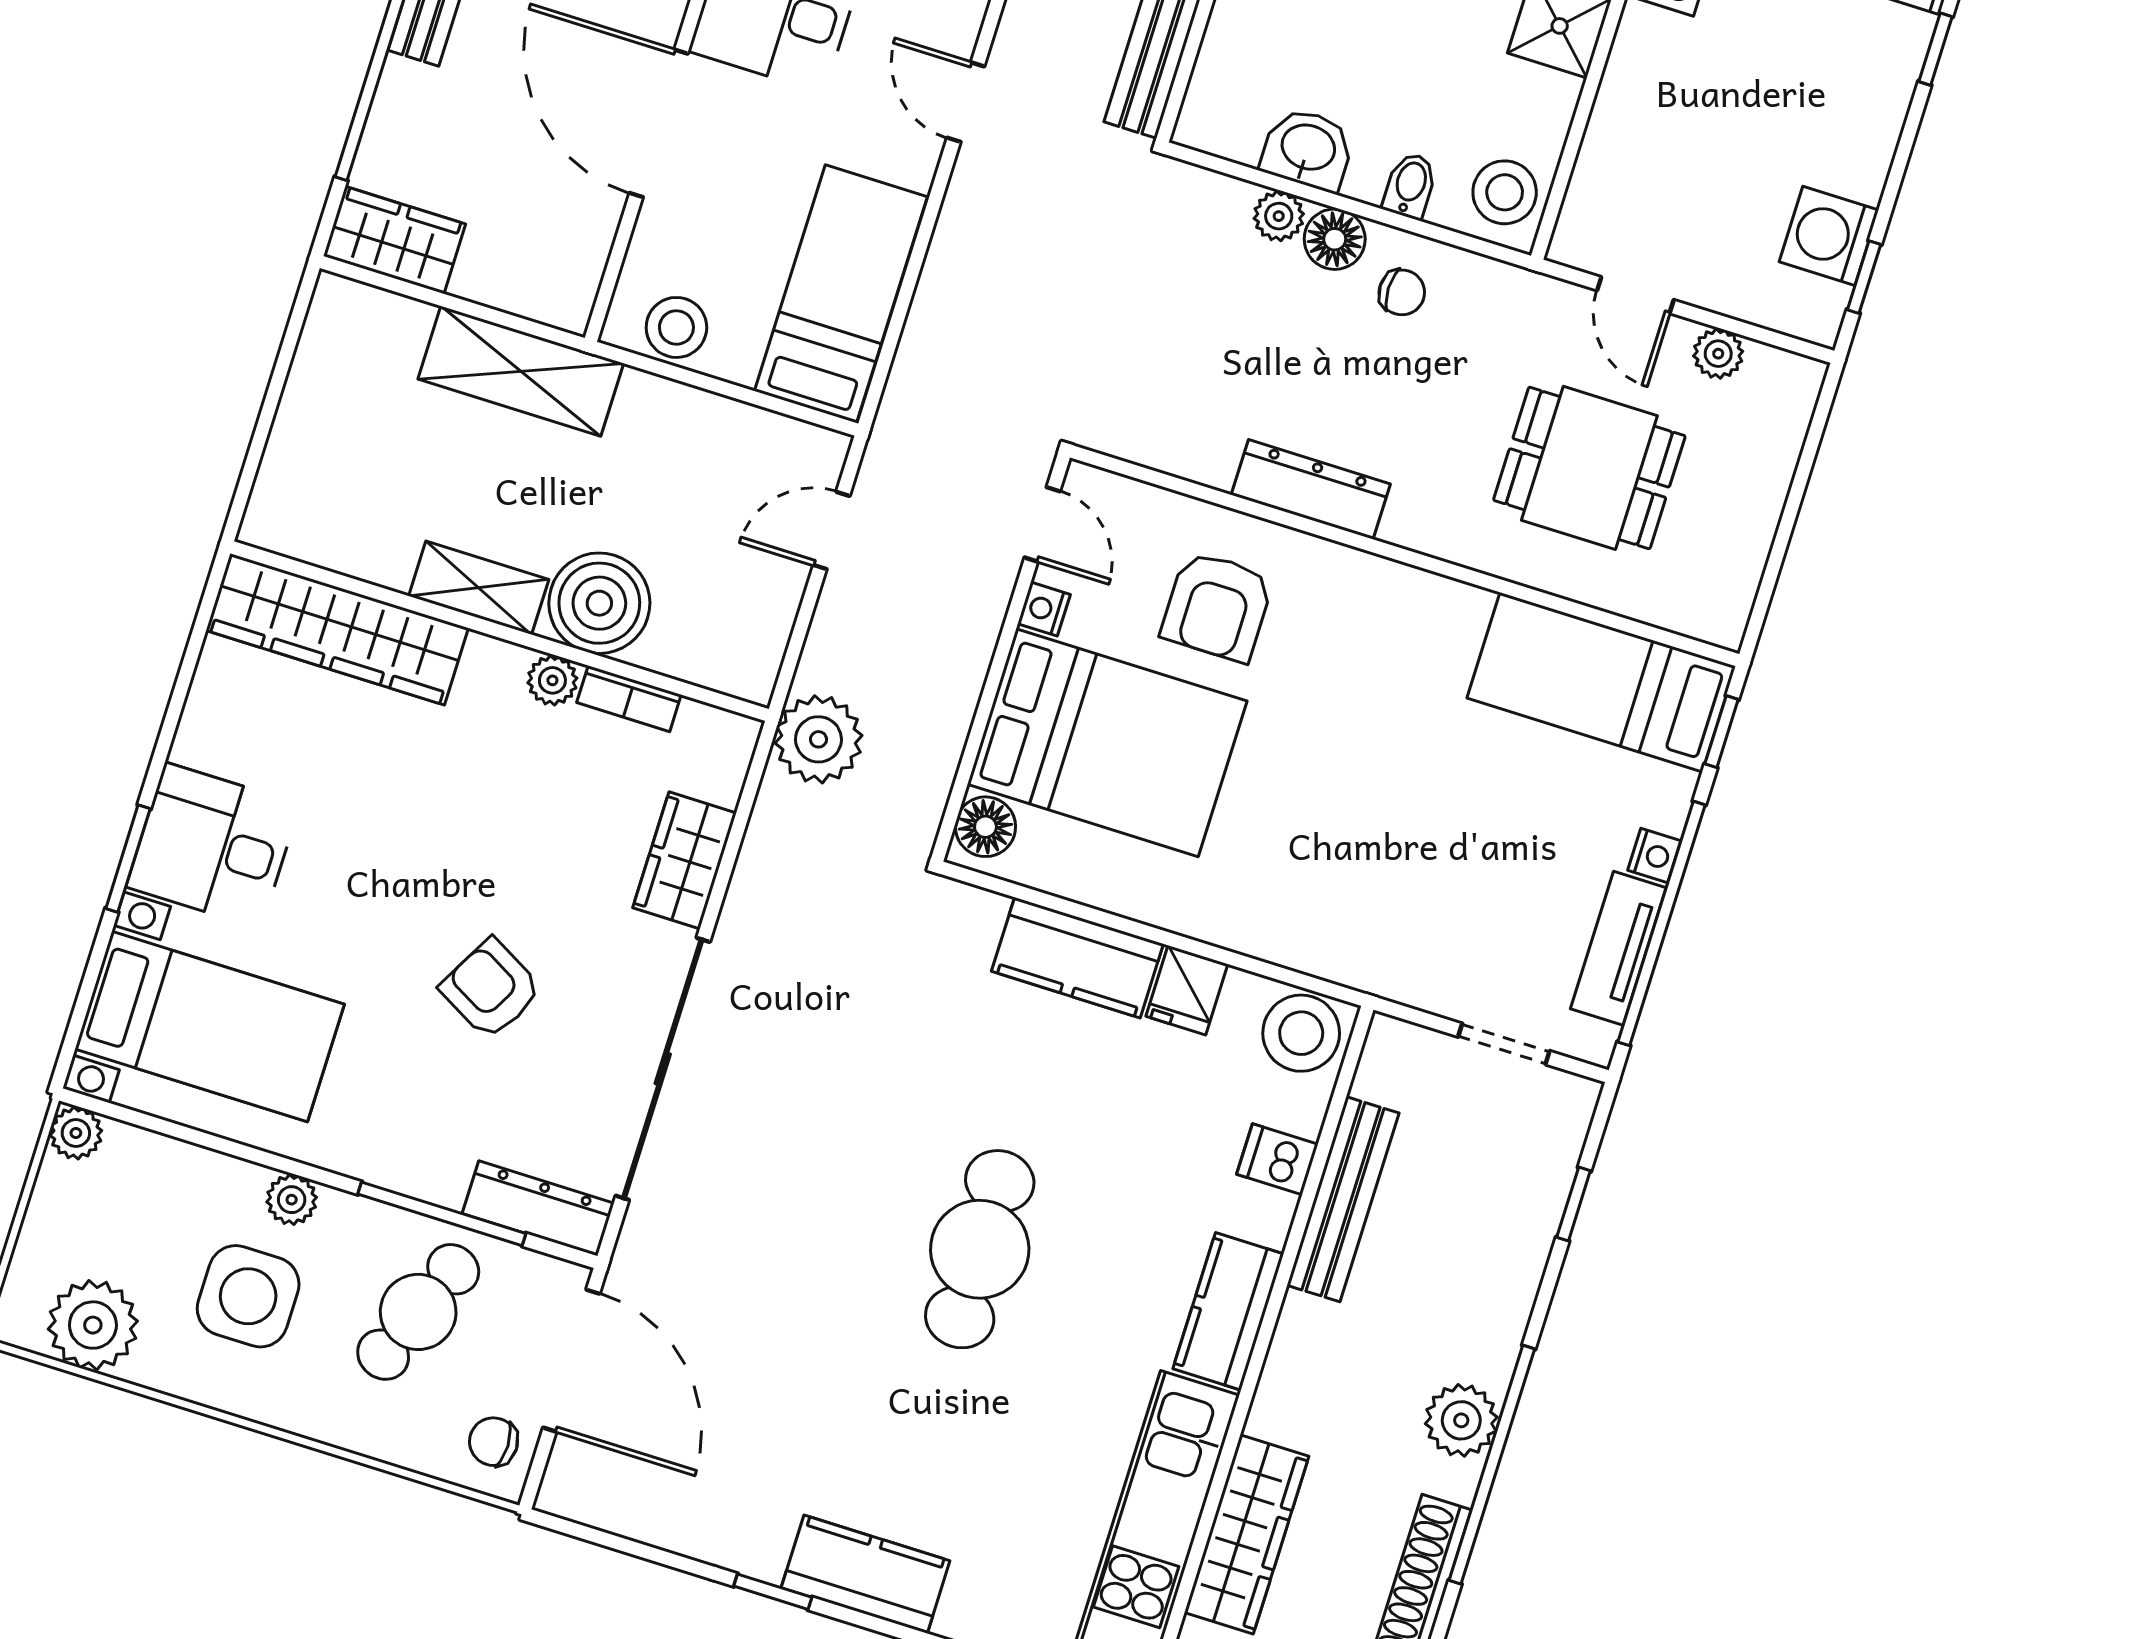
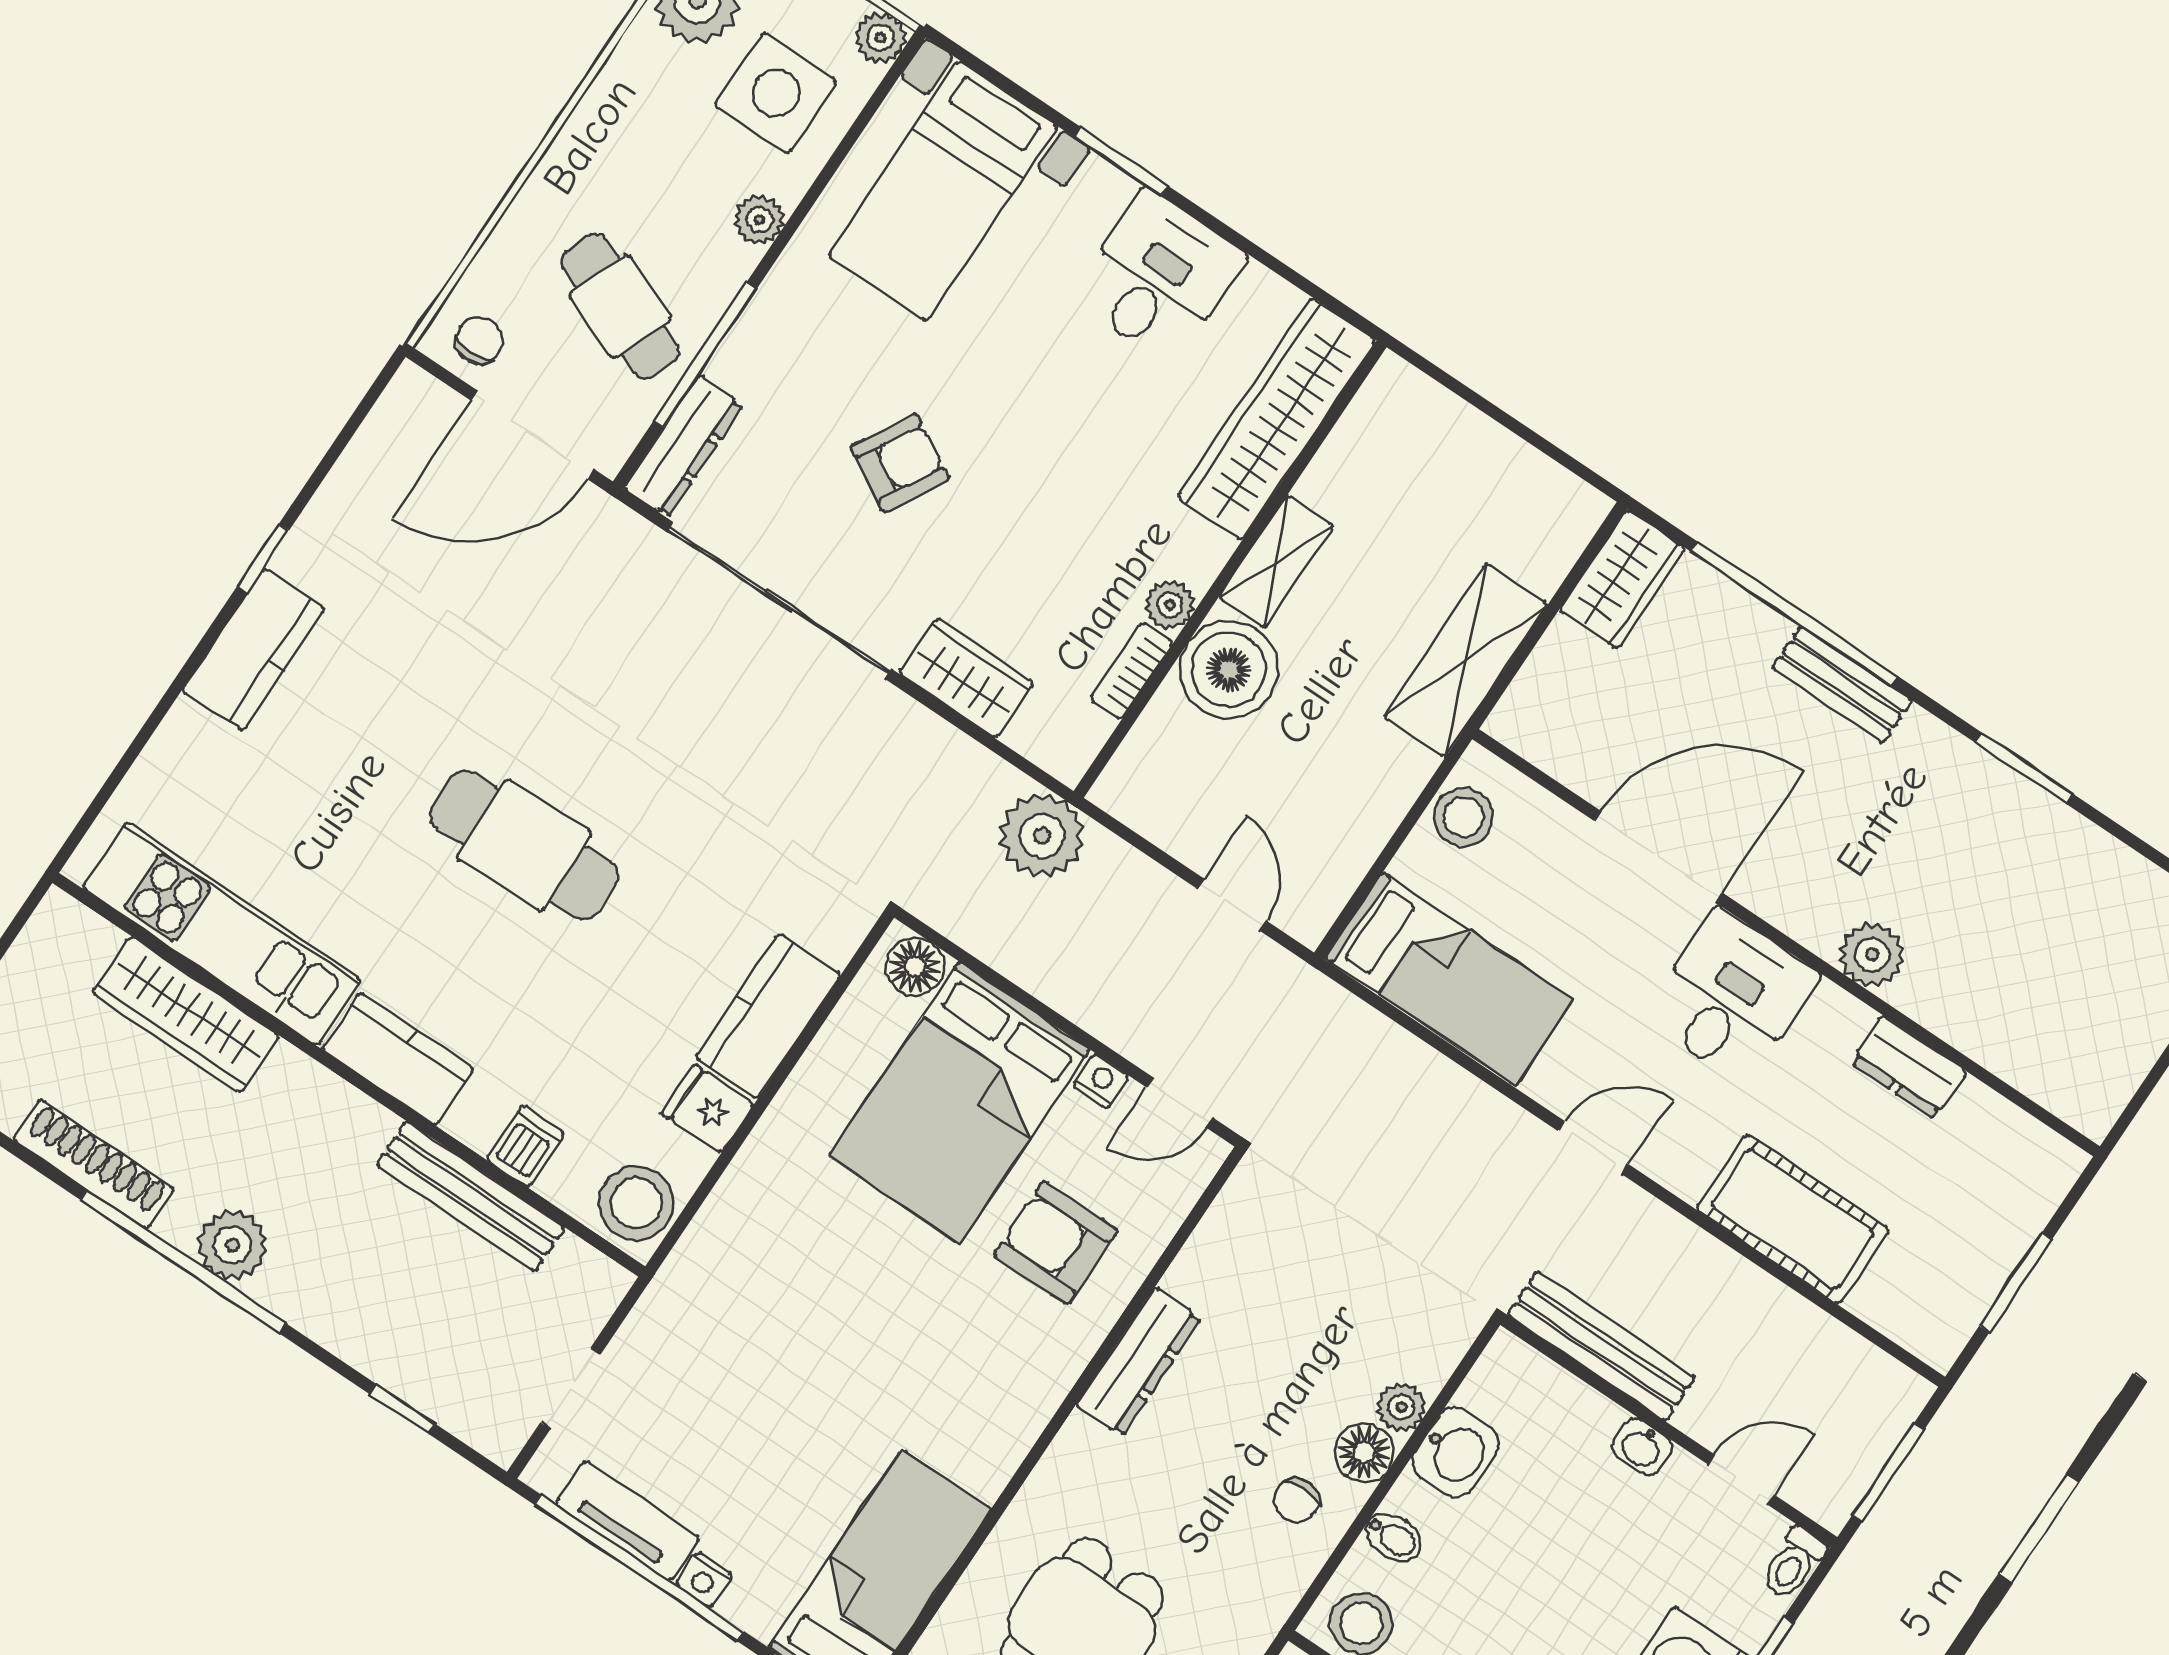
desk: (213, 846) -> (1159, 277), moved
side table: (248, 1296) -> (776, 93), moved

